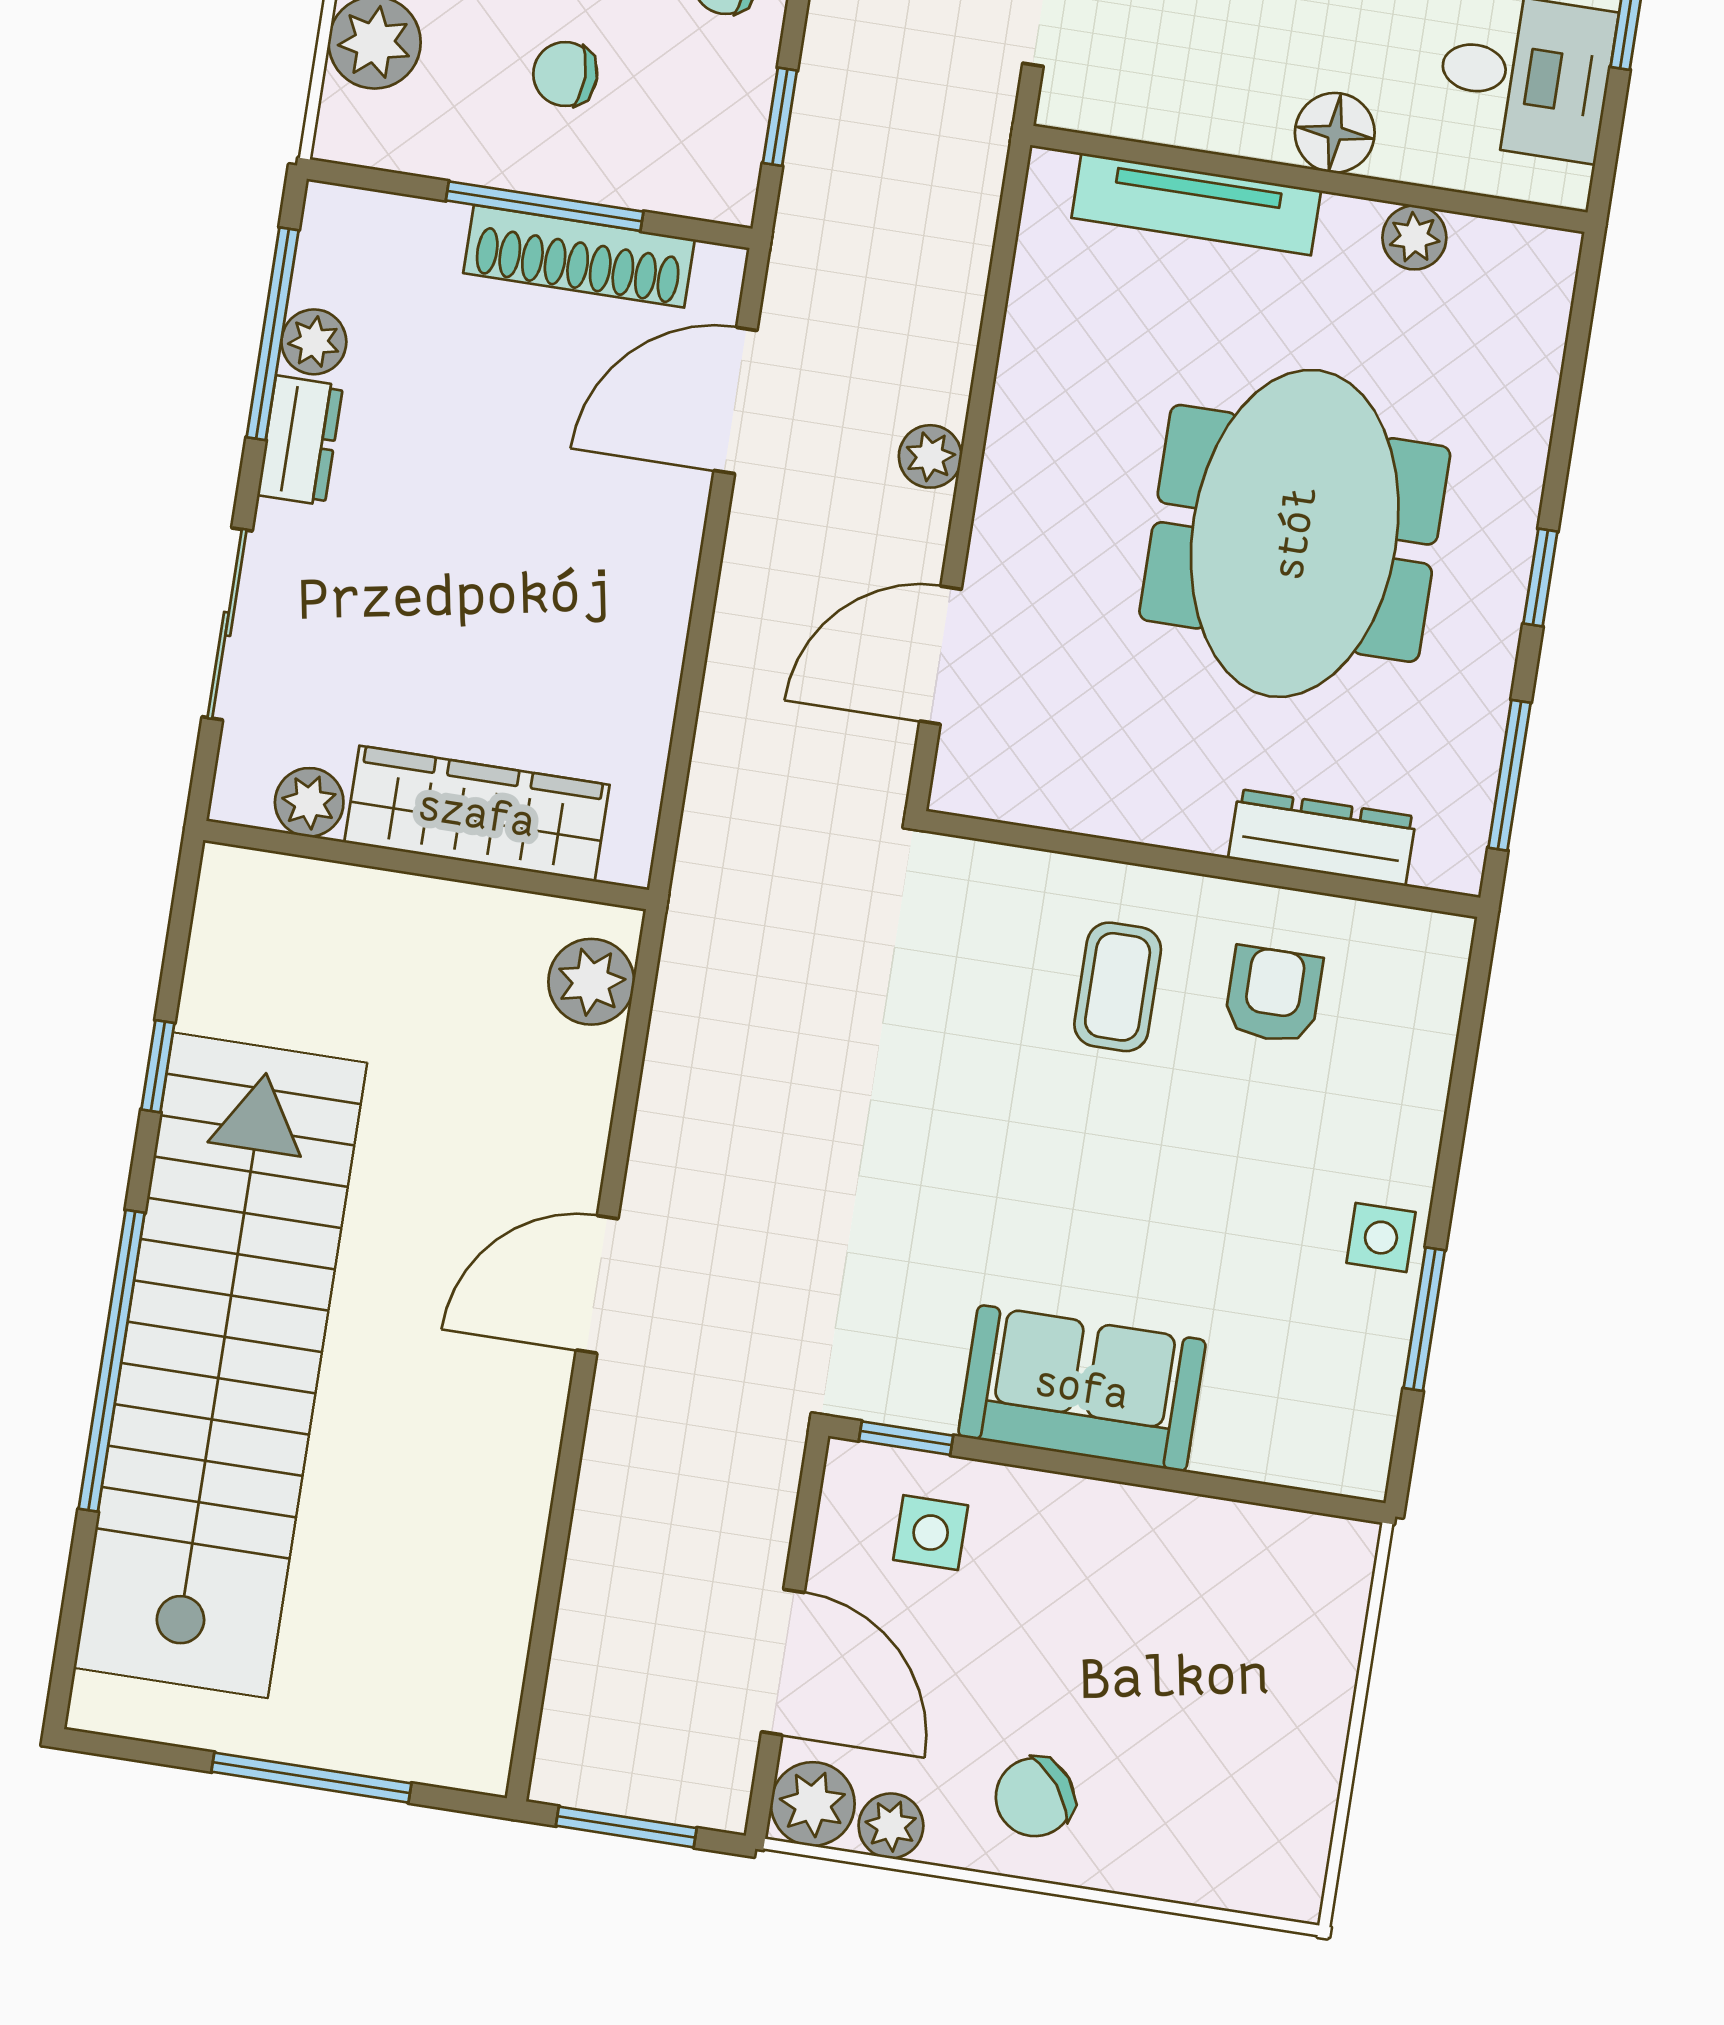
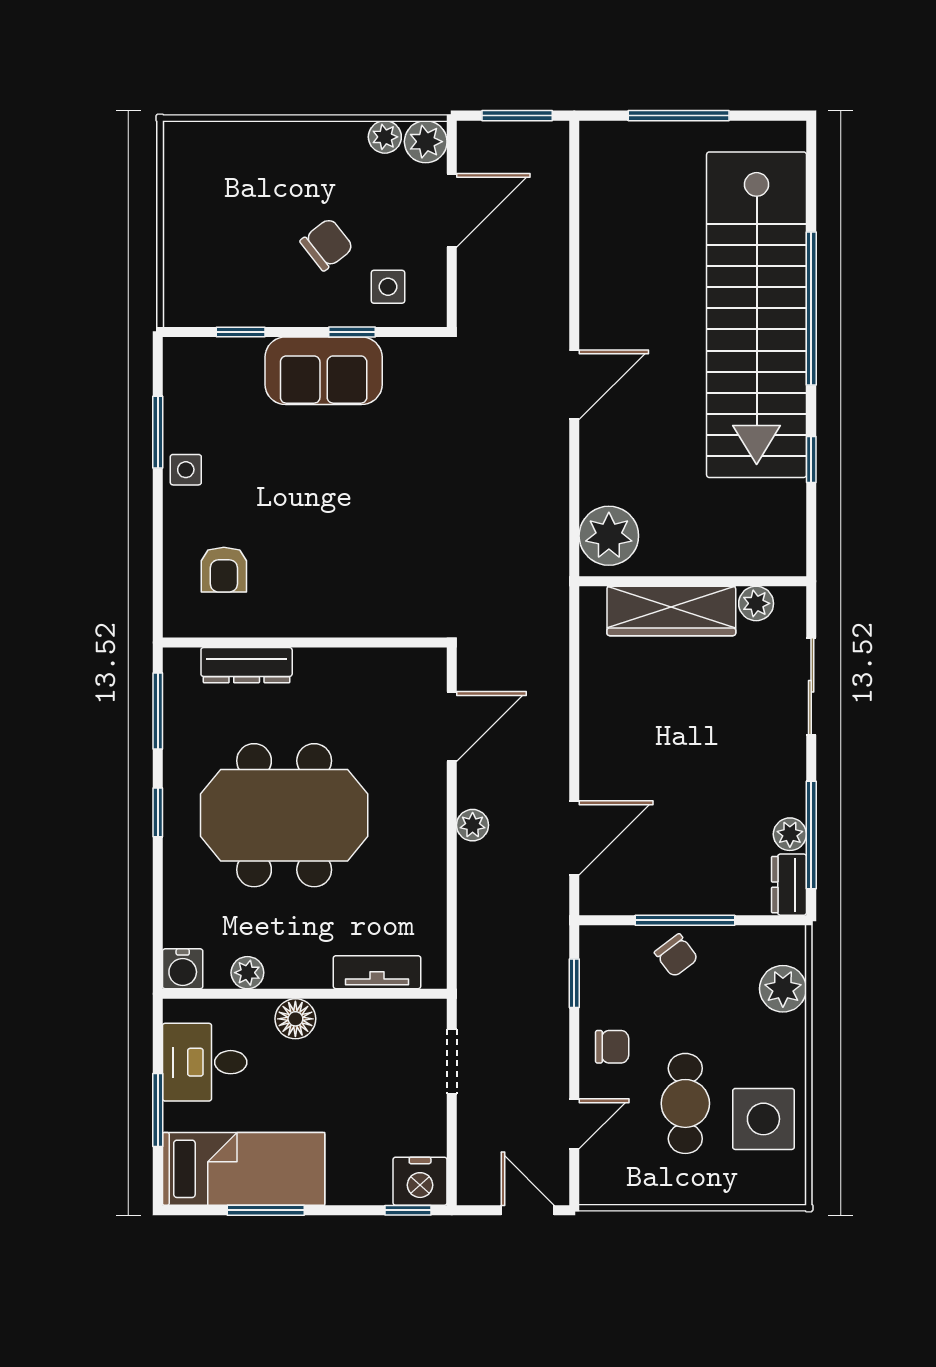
chair: (565, 74) -> (676, 955), moved, turned 53
tv unit: (1196, 204) -> (377, 972), width x0.71
shoe rack: (579, 256) -> (664, 898), removed
water cooler: (1539, 265) -> (183, 969), added
dresser: (300, 440) -> (789, 885), moved
meeting table: (1295, 533) -> (284, 815), turned 90
plant: (591, 982) -> (609, 536), width x1.36, depth x1.36
coffee table: (1118, 987) -> (337, 574), removed
armchair: (1273, 995) -> (224, 570), moved
window: (906, 1438) -> (352, 332), moved
window: (1232, 1489) -> (241, 332), added
door: (783, 1662) -> (452, 210), swing flipped
chair: (1035, 1797) -> (327, 244), moved

